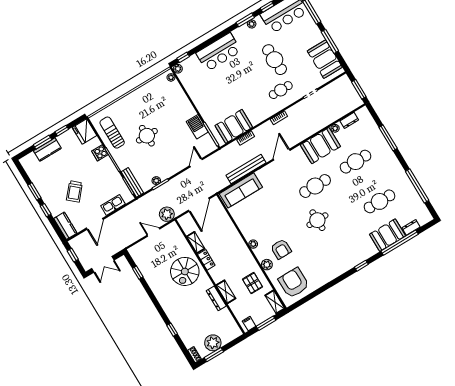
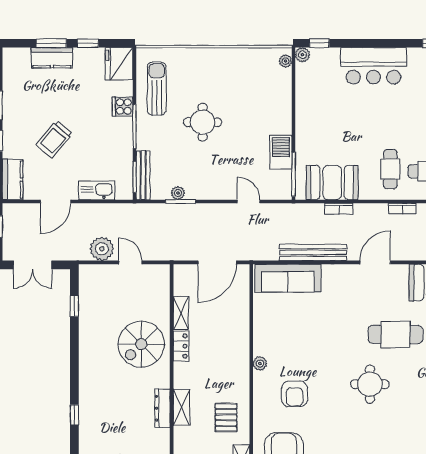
cafe table: (260, 101) -> (390, 169), added
door: (196, 163) -> (248, 201), hinge flipped
plant: (167, 214) -> (102, 249), moved
plant: (267, 265) -> (262, 404), removed

